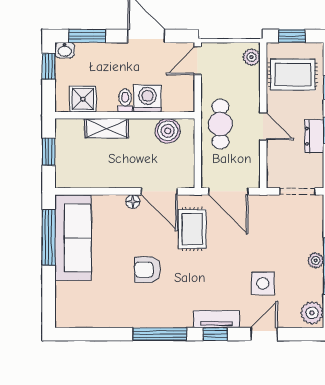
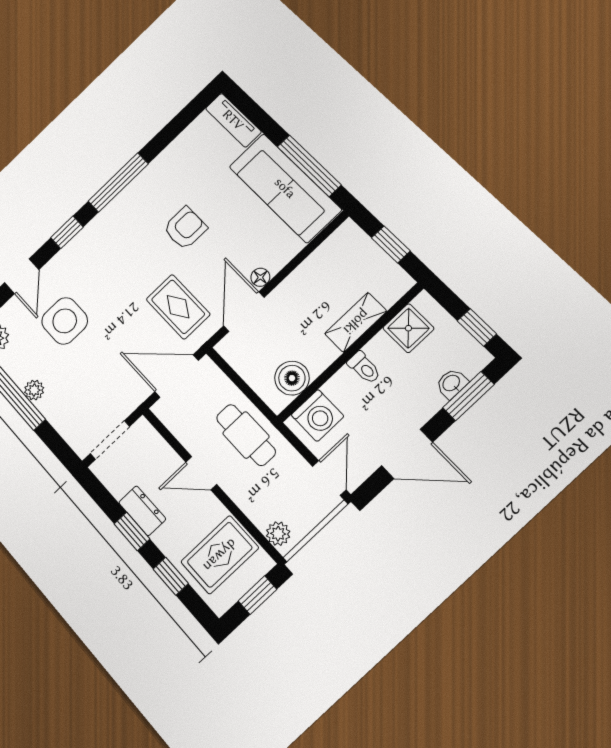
washbasin: (65, 50) -> (452, 383), moved
washing machine: (147, 99) -> (318, 416), moved
door: (159, 191) -> (244, 312), hinge flipped
side table: (263, 283) -> (65, 321), width x1.37, depth x1.37
tv unit: (216, 319) -> (233, 120), moved, turned 90

